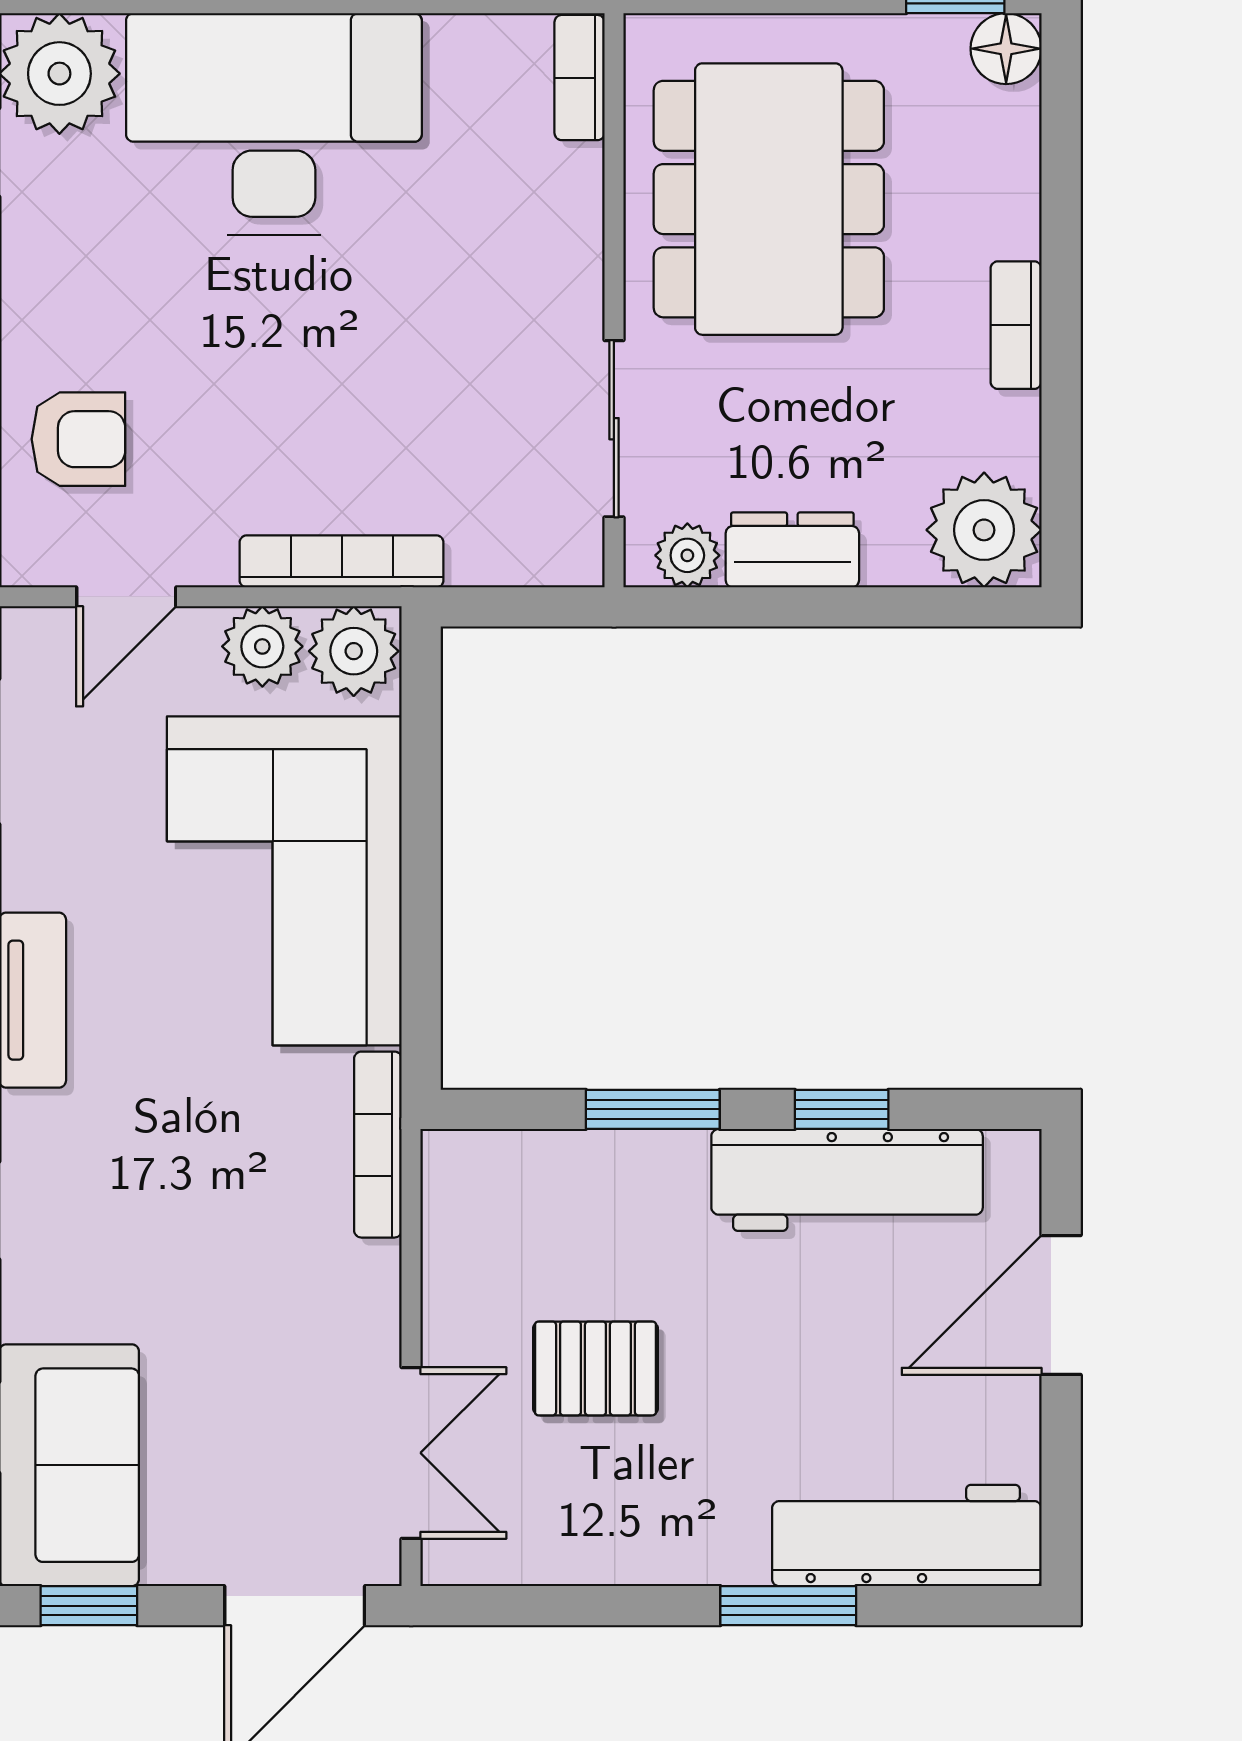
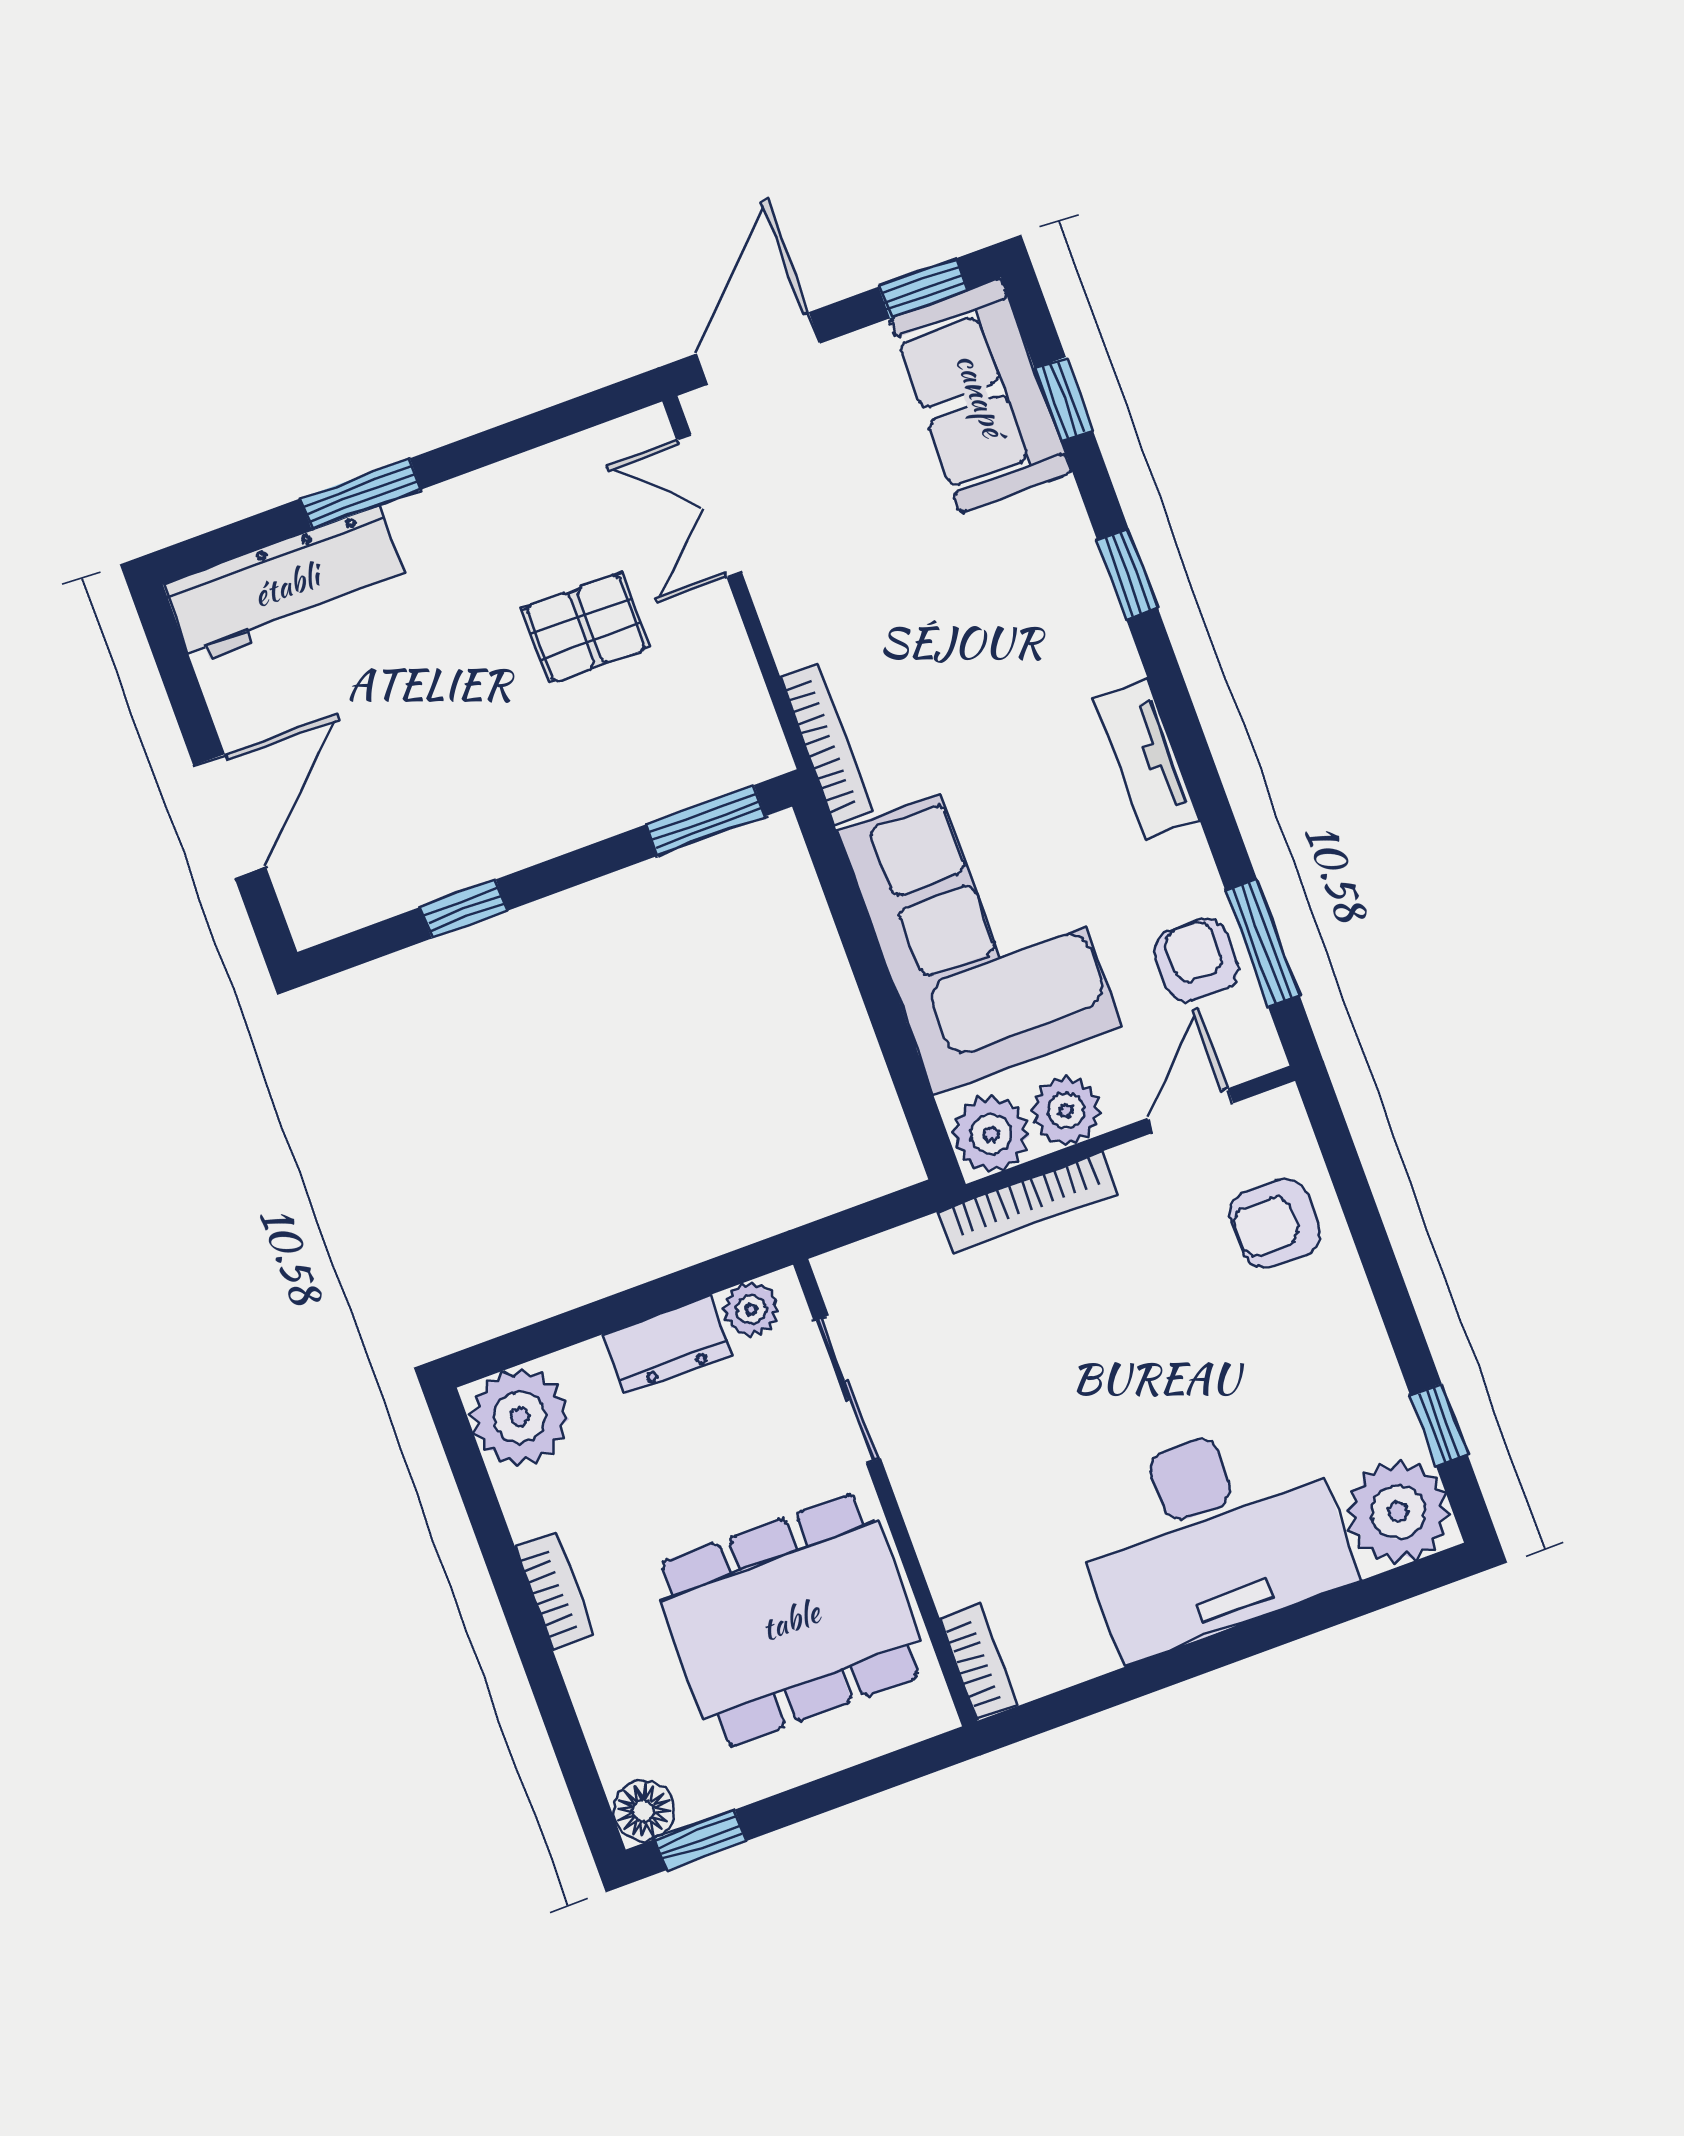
dining table: (769, 199) -> (790, 1620), turned 90
armchair: (59, 759) -> (1196, 960), added
window: (653, 1109) -> (706, 820), moved
workbench: (847, 1180) -> (439, 854), removed

